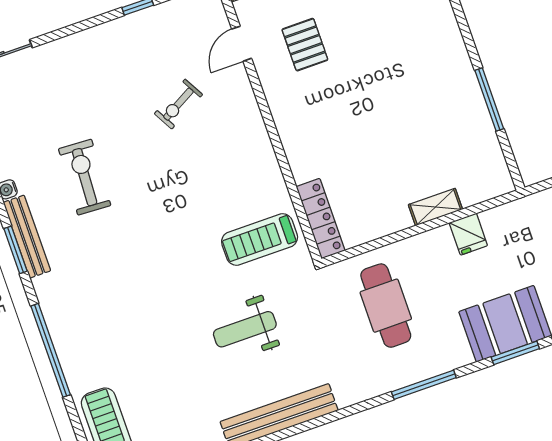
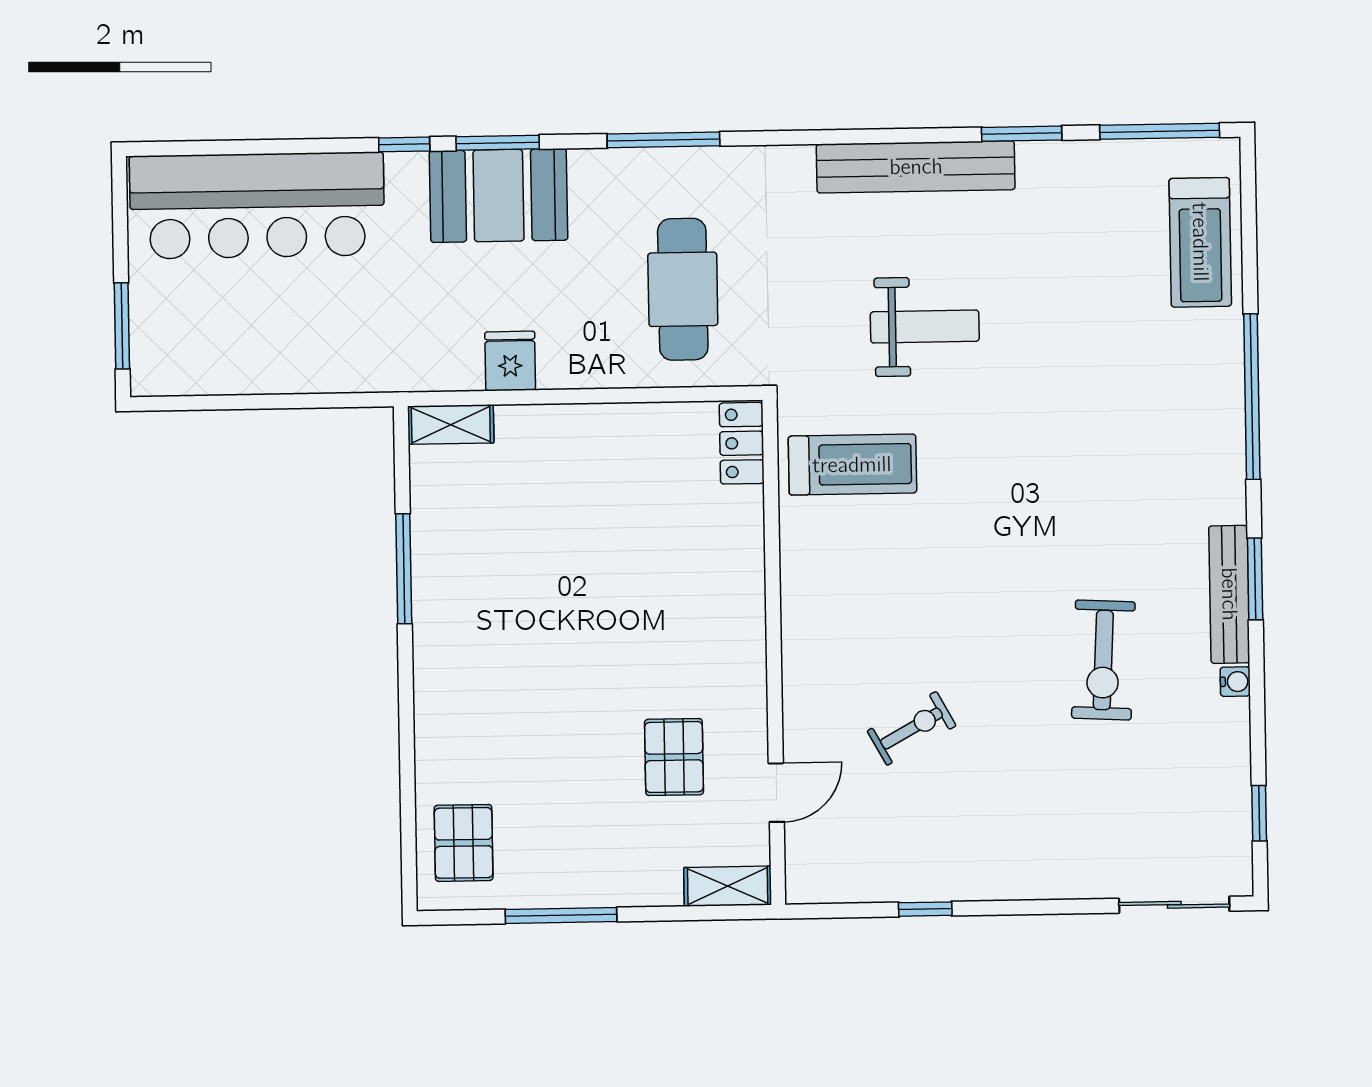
shelving: (435, 207) -> (451, 425), moved
locker: (321, 219) -> (742, 443), width x0.66

